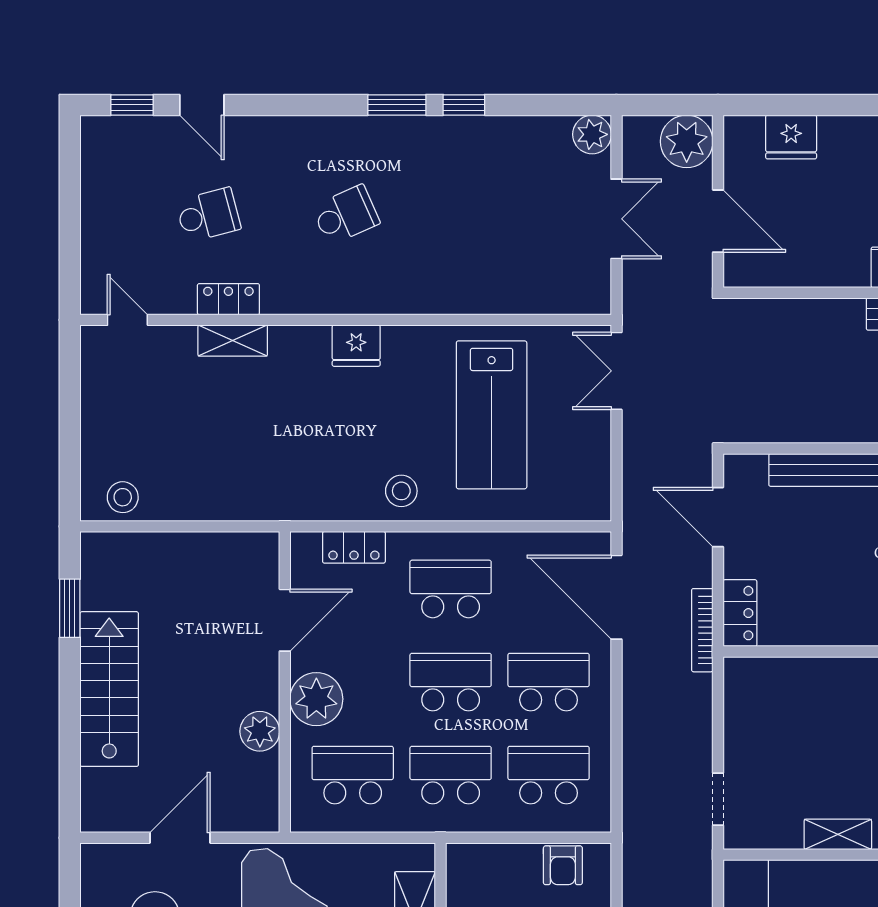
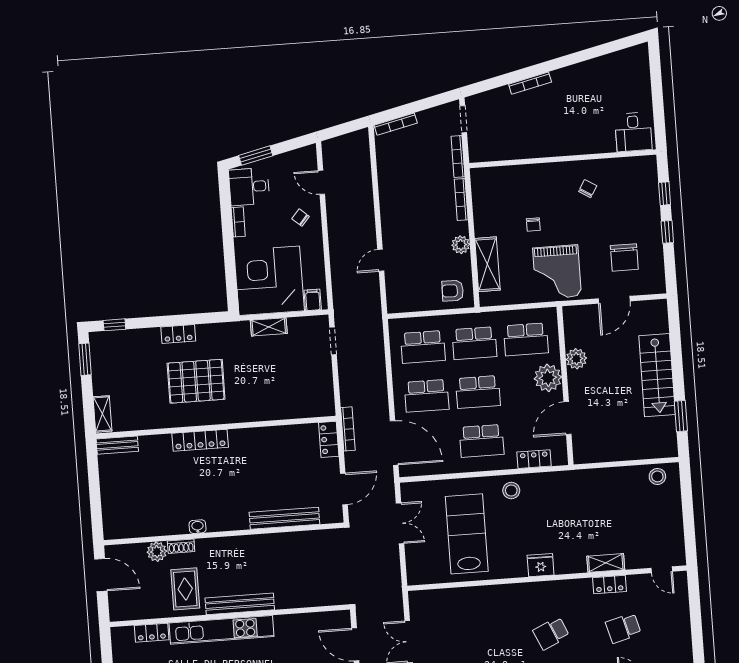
double door: (616, 371) -> (400, 523), moved
door: (718, 517) -> (344, 489), hinge flipped
armchair: (563, 865) -> (453, 291), moved, turned -89
filing cabinet: (751, 879) -> (313, 300), added

